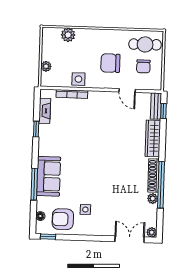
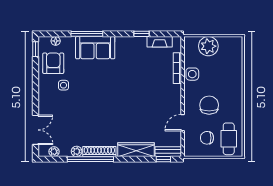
plant: (68, 35) -> (236, 62), removed
plant: (46, 66) -> (208, 46), width x1.87, depth x1.87
plant: (152, 232) -> (54, 152), moved

